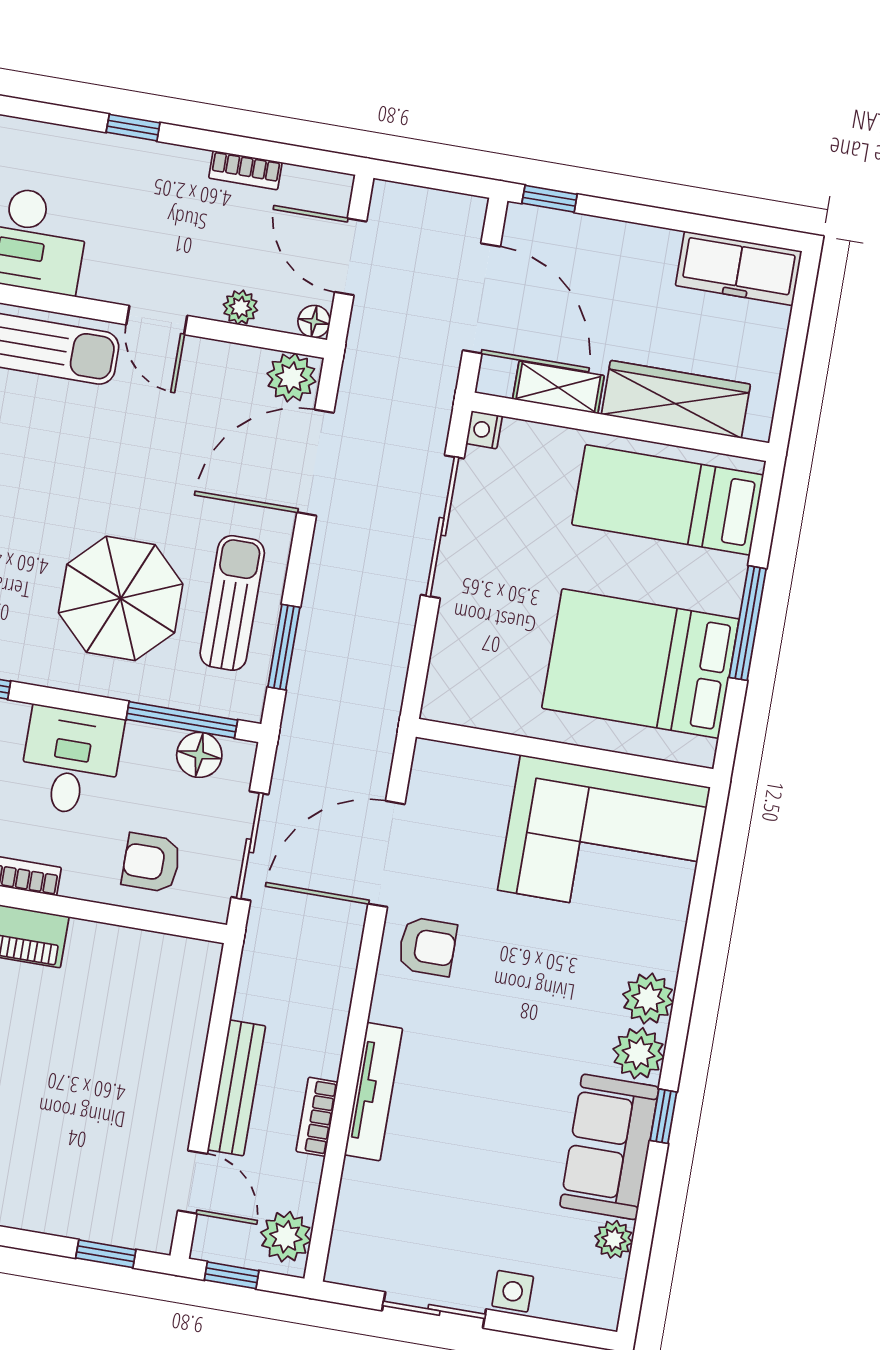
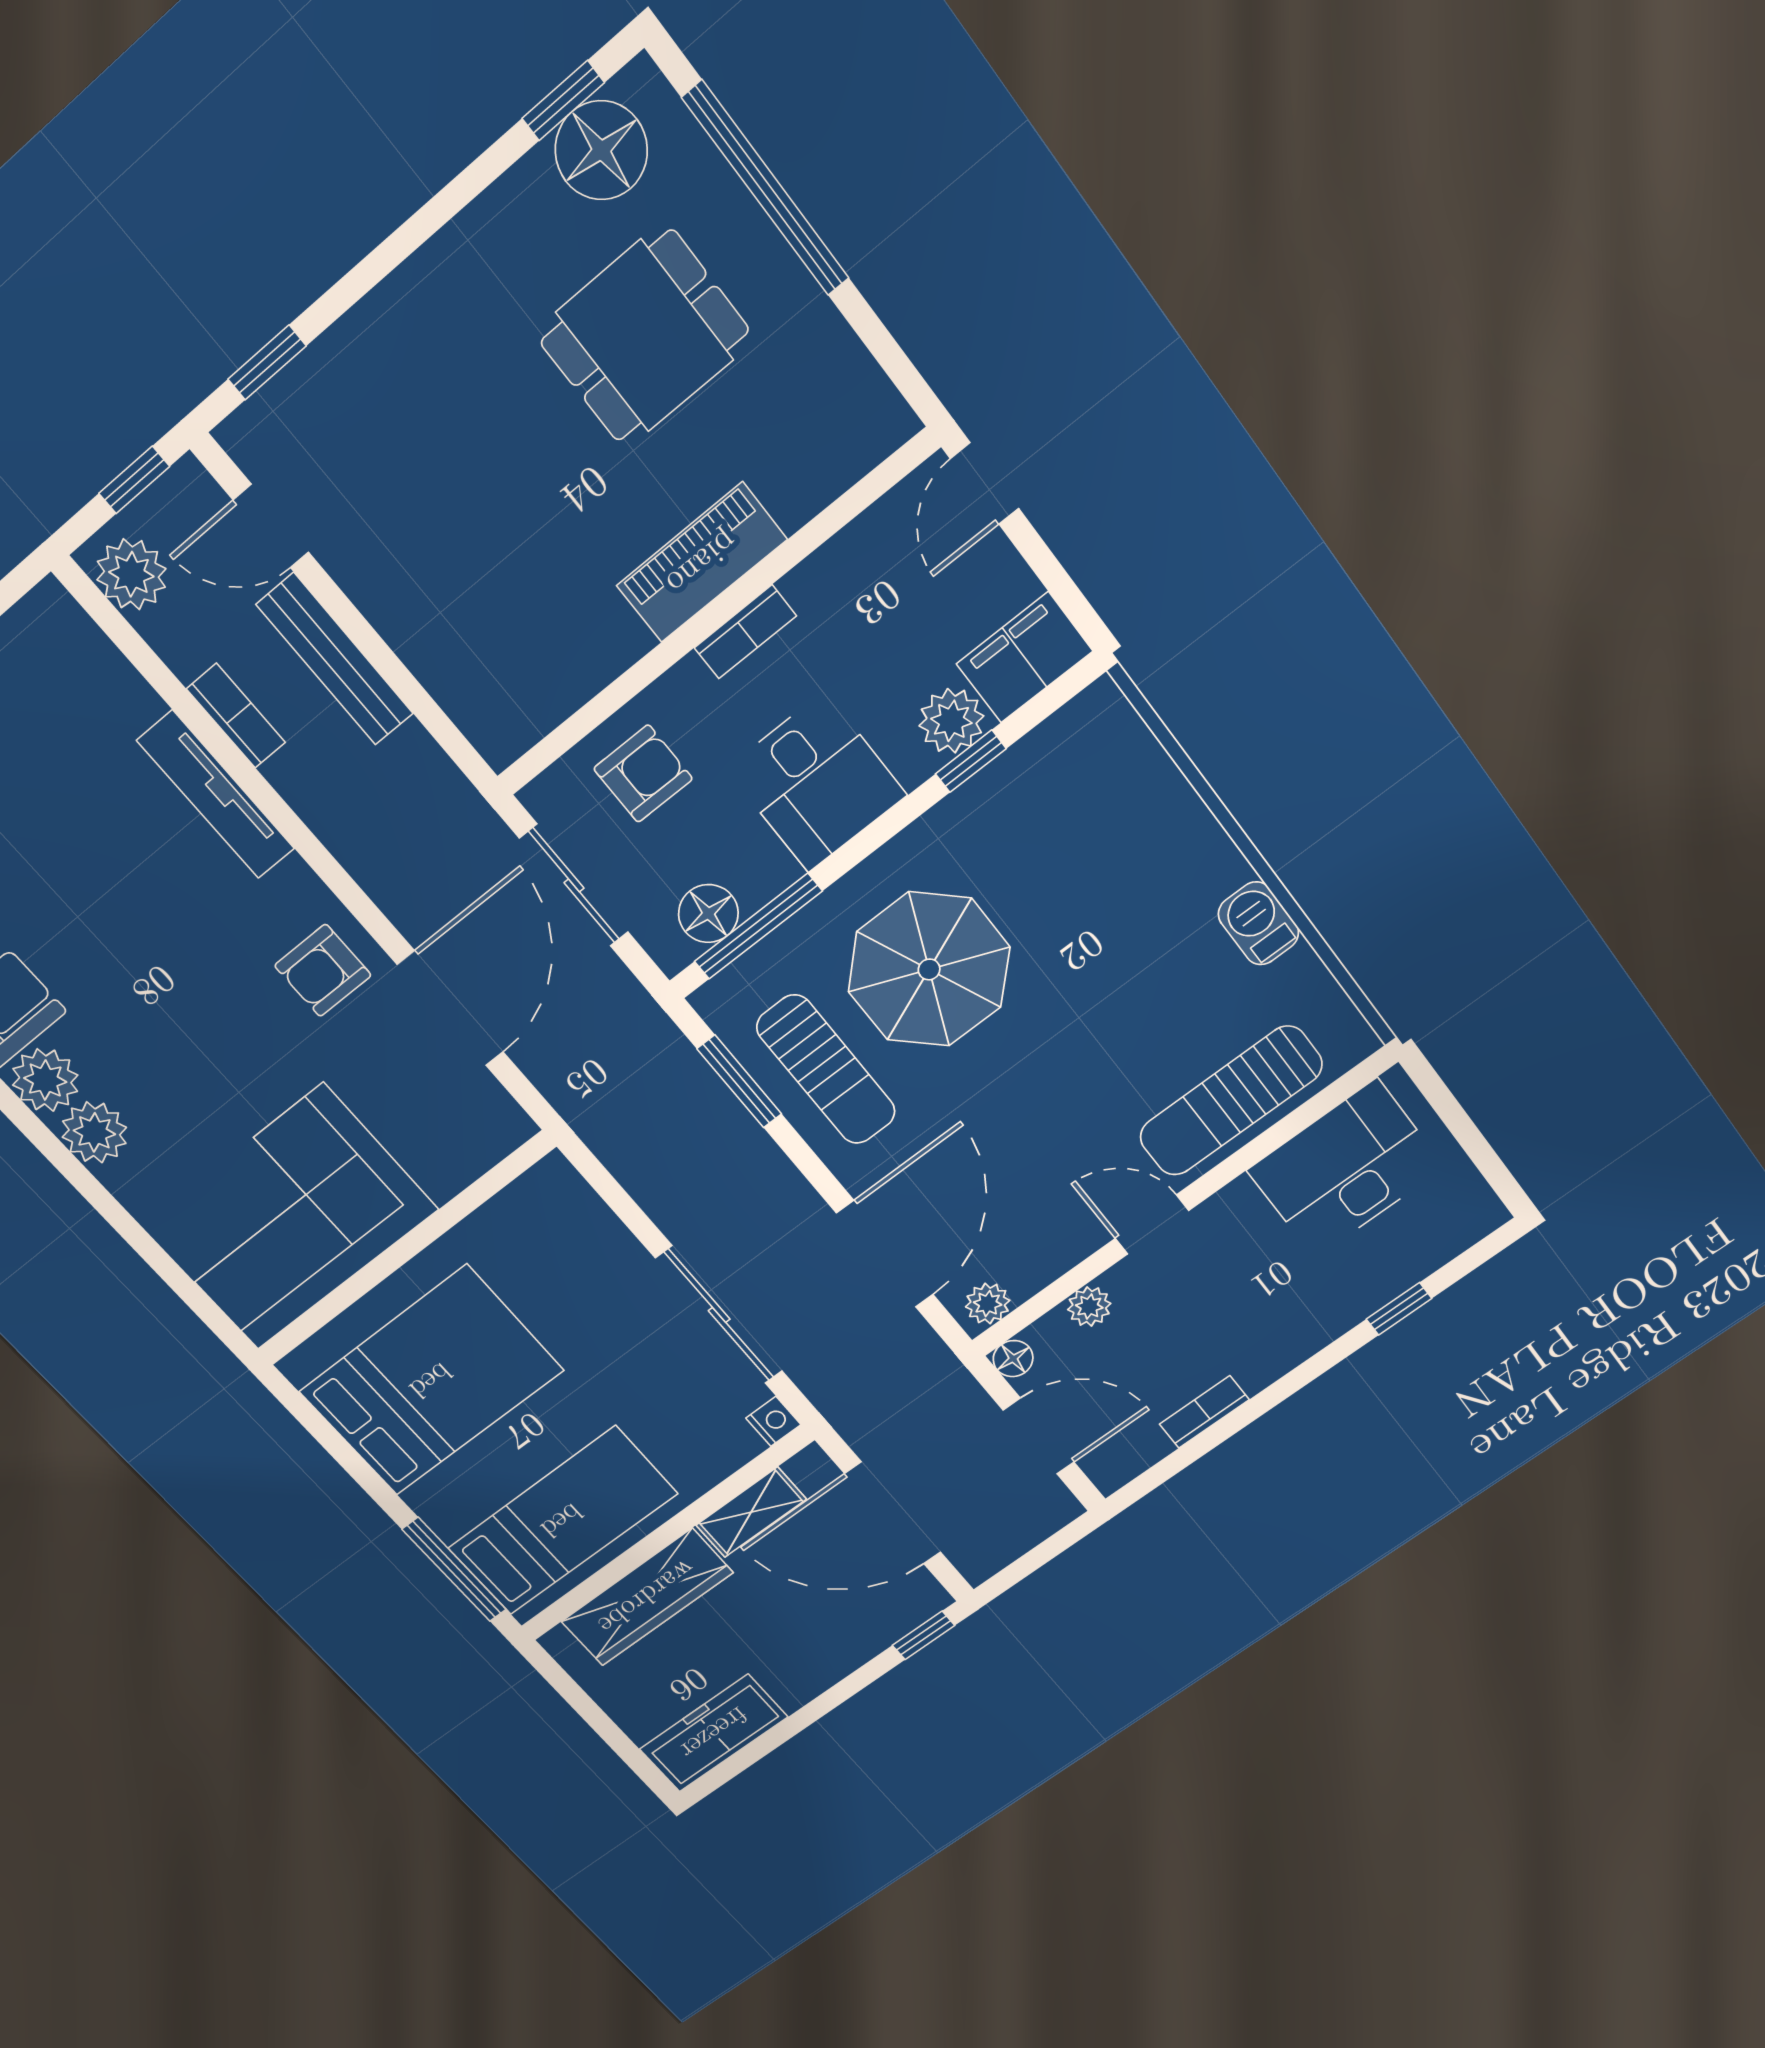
window: (133, 128) -> (1399, 1309), moved
plant: (291, 377) -> (988, 1304), width x0.73, depth x0.73
window: (748, 623) -> (454, 1569), moved

